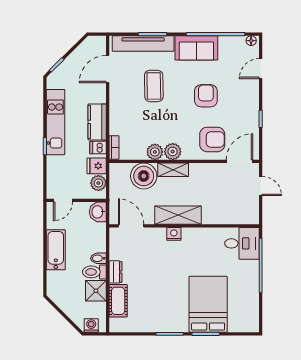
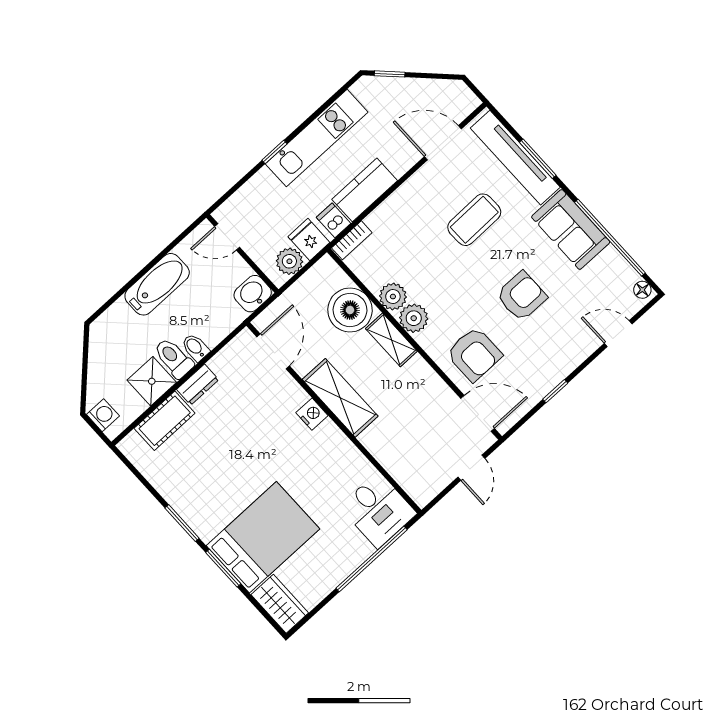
wardrobe: (244, 323) -> (280, 604), added

